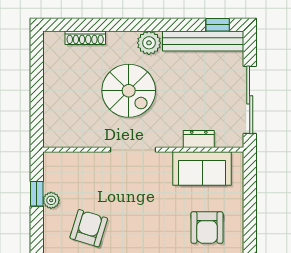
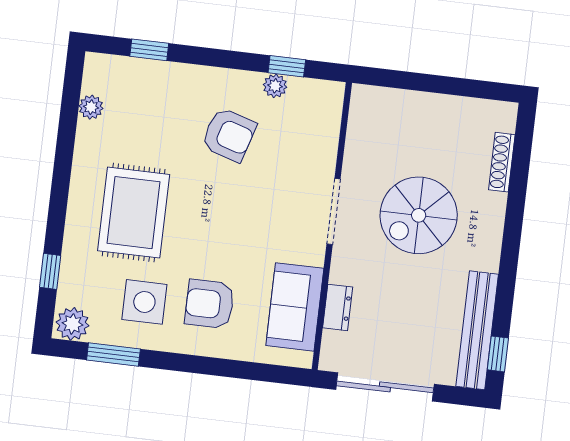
plant: (149, 43) -> (484, 253), removed

